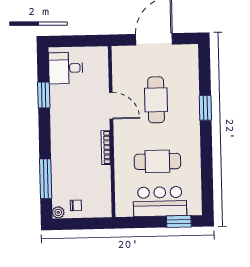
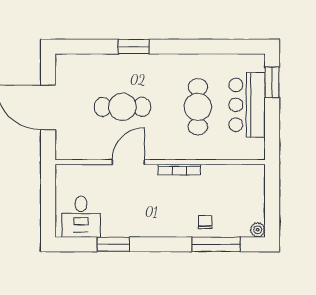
chair: (76, 205) -> (205, 222), moved

